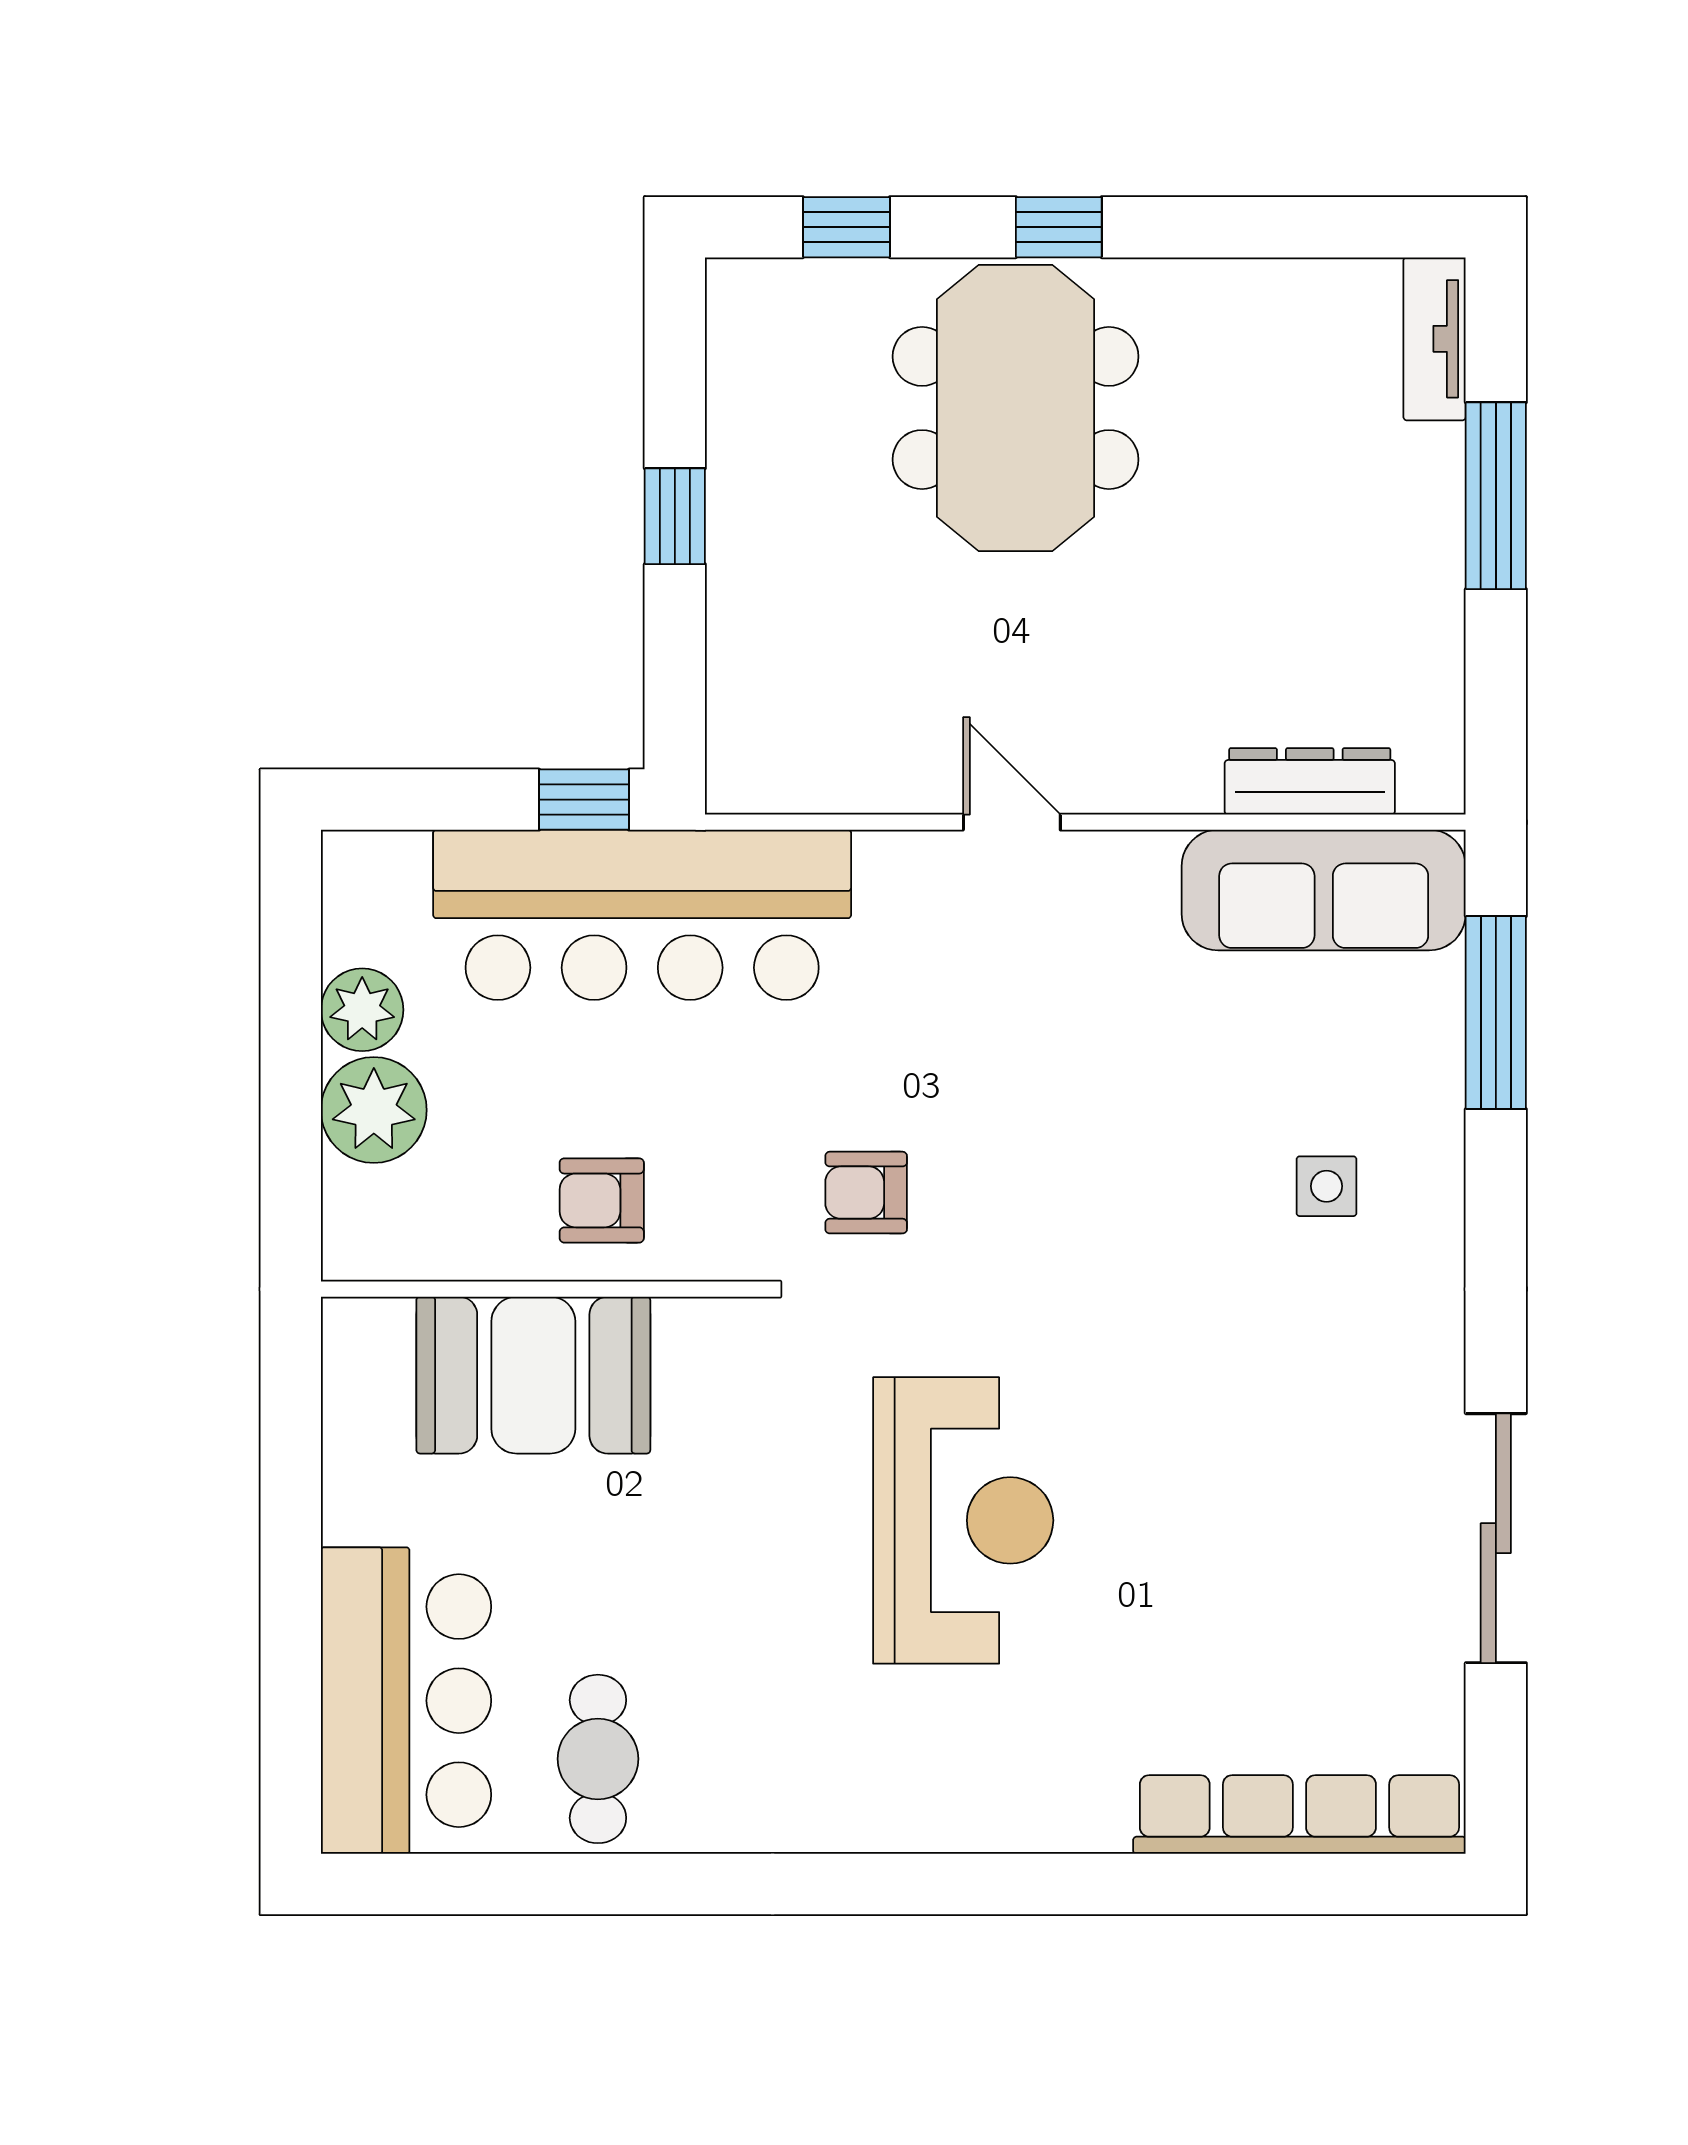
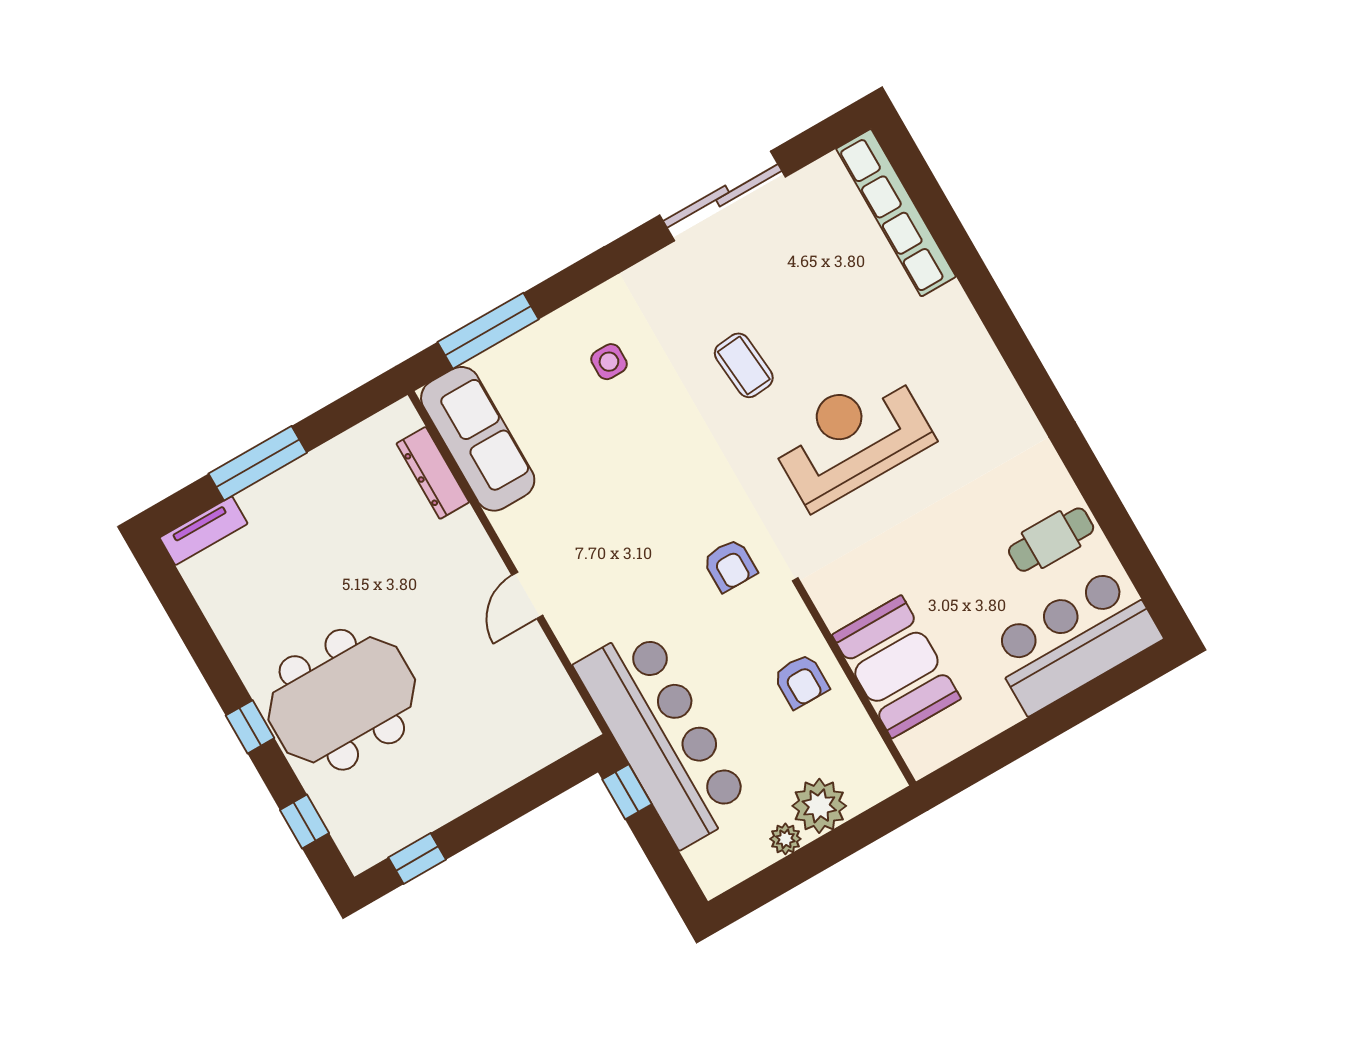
window: (675, 516) -> (417, 858), moved
plant: (362, 1010) -> (785, 839), width x0.73, depth x0.73
coffee table: (1190, 1410) -> (744, 365), added

